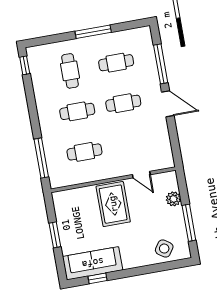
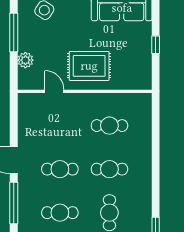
window: (41, 158) -> (156, 127), removed
rug: (113, 204) -> (89, 66), turned 90
window: (55, 235) -> (156, 45), width x0.67

